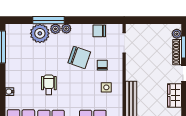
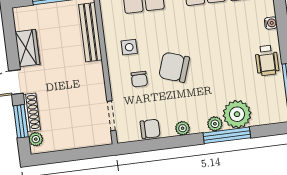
plant: (66, 29) -> (183, 128), moved
chair: (79, 57) -> (174, 67), moved
wheelchair: (49, 85) -> (267, 60), moved

